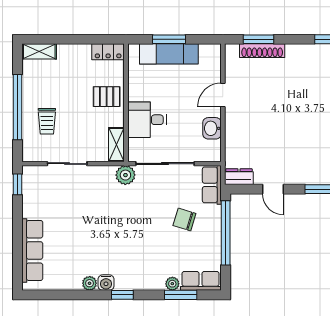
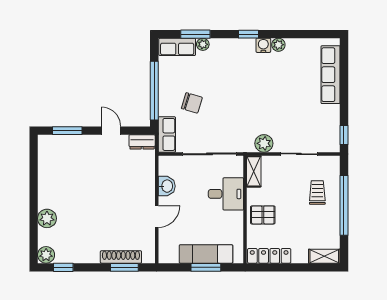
locker: (108, 52) -> (269, 256), width x1.53
plant: (125, 175) -> (264, 143), moved

